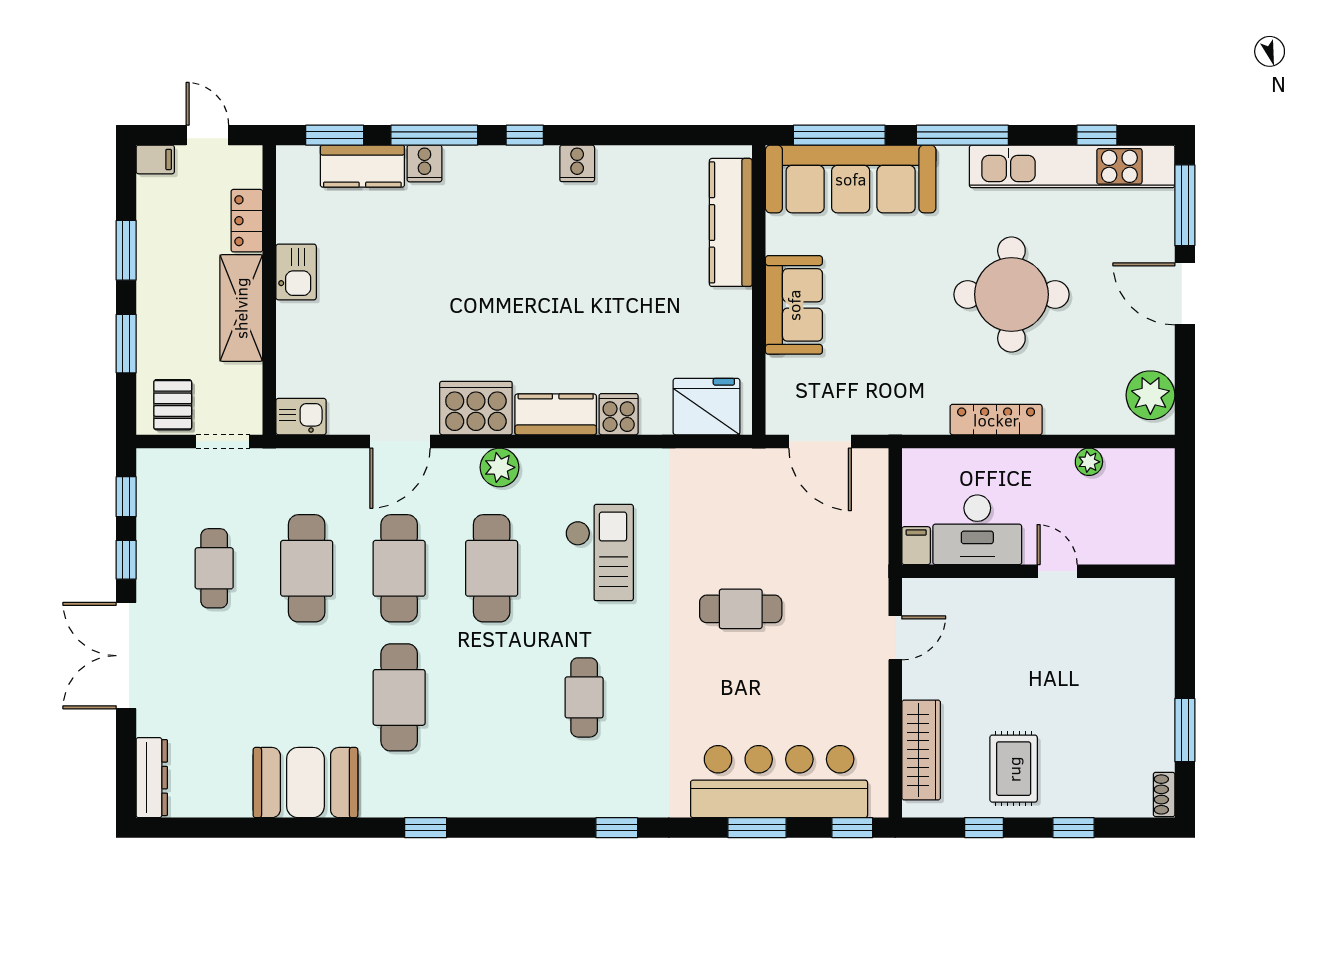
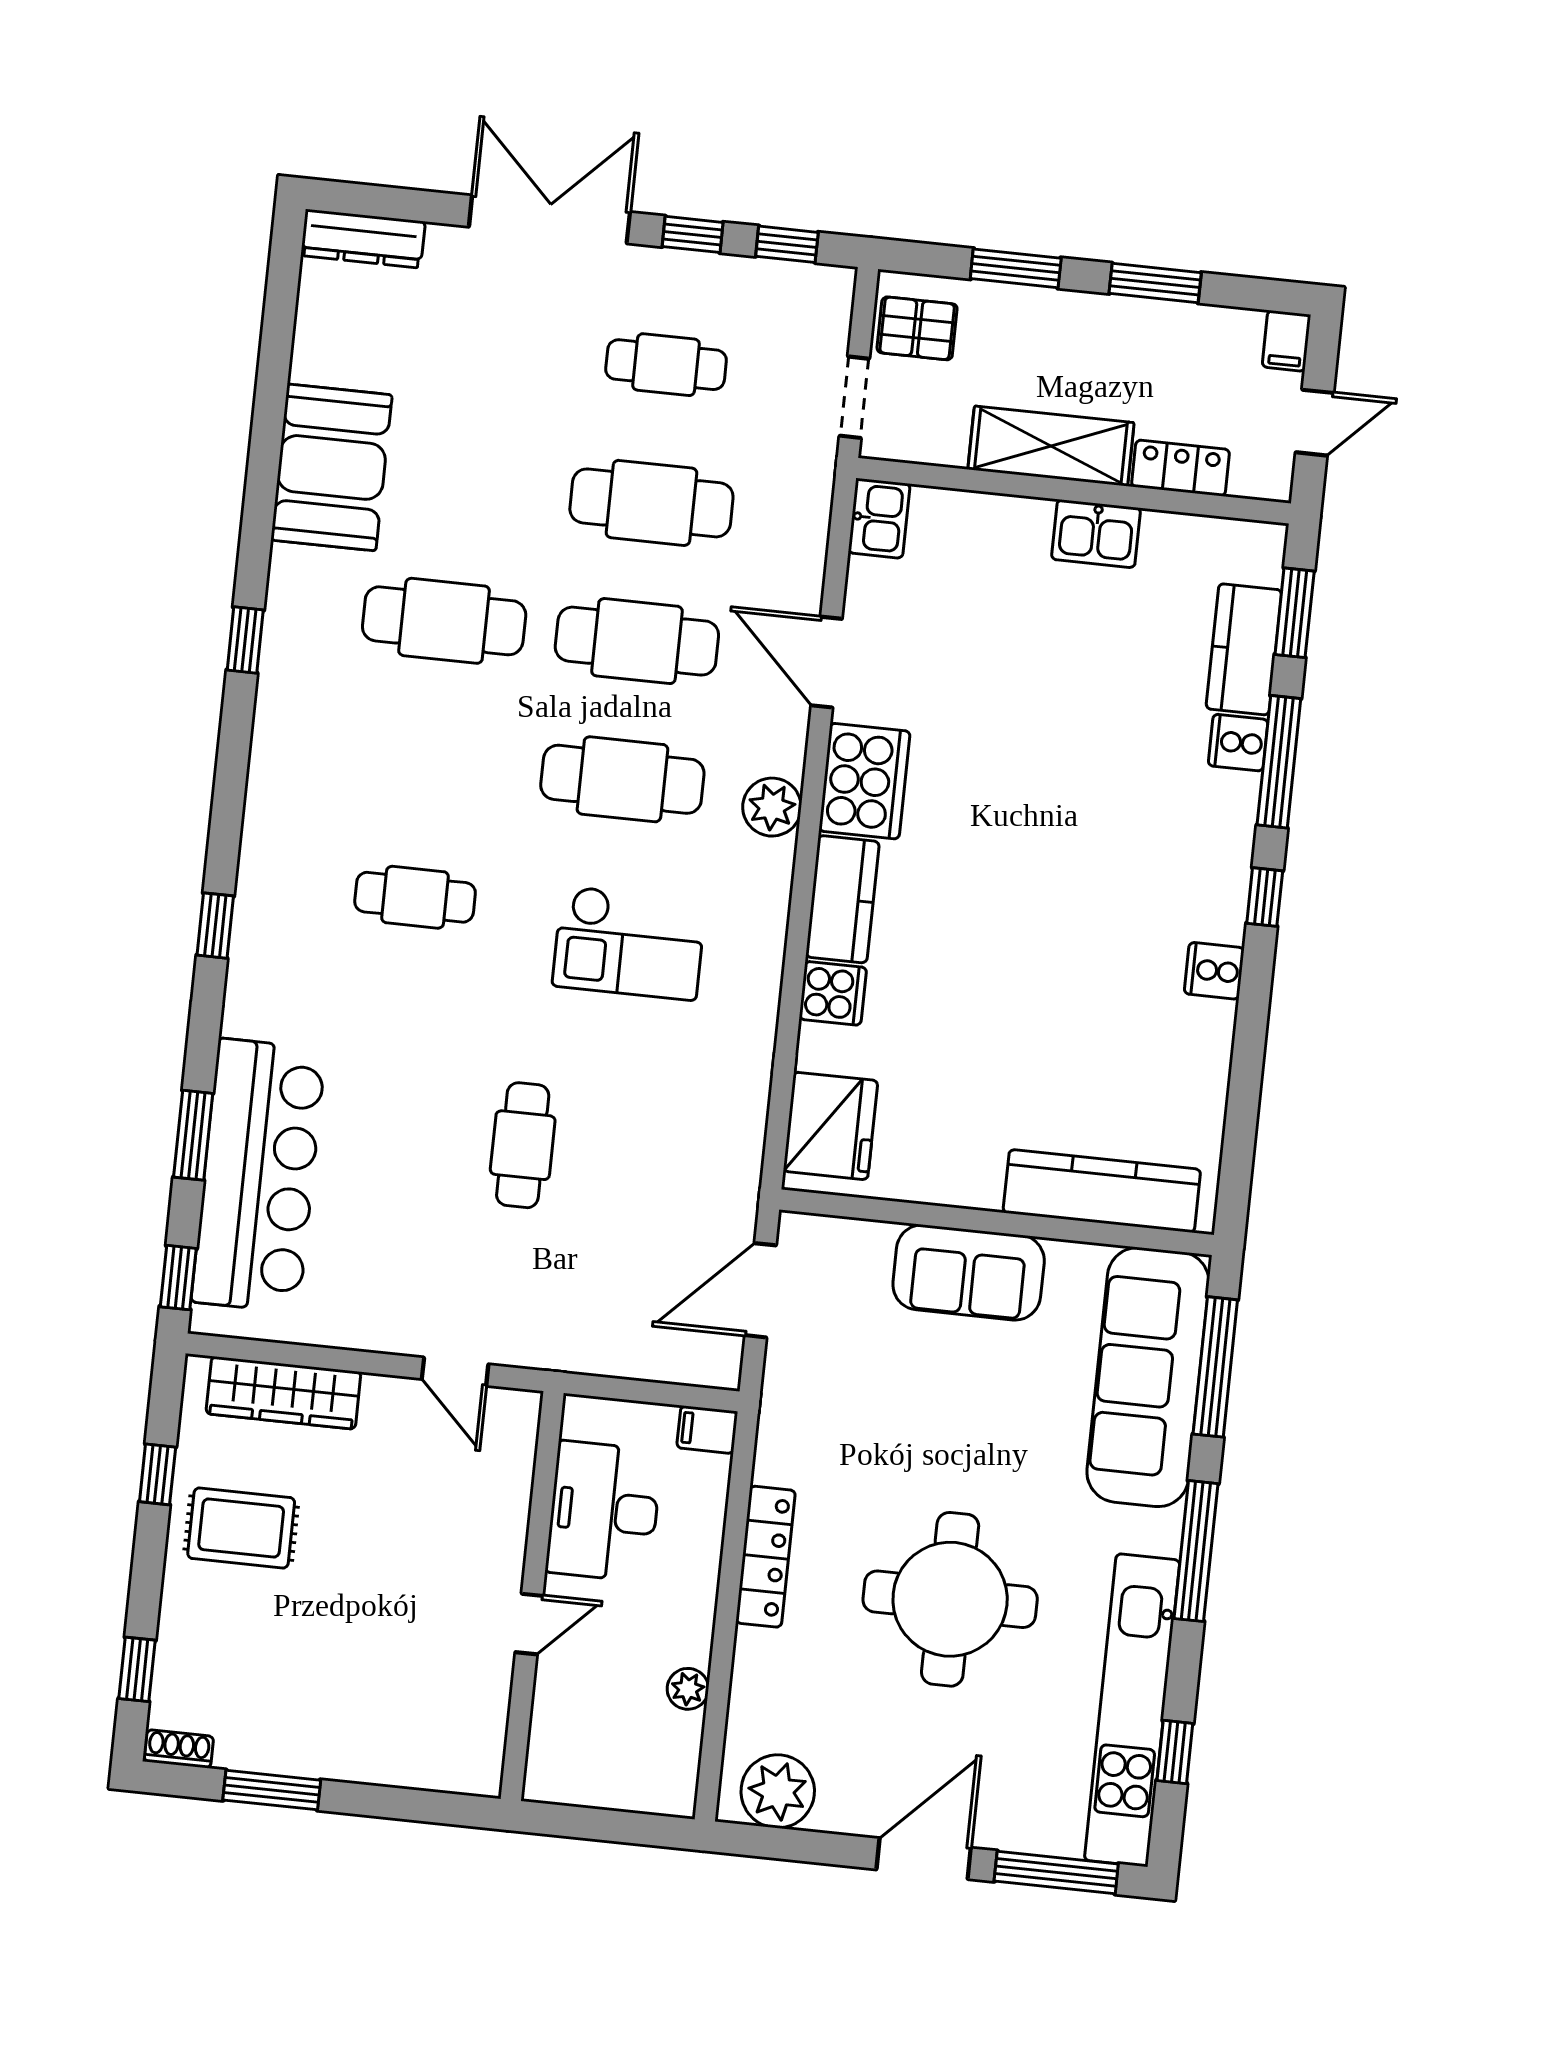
filing cabinet: (916, 546) -> (707, 1430), moved, turned 180
window: (1073, 828) -> (137, 1669), moved

